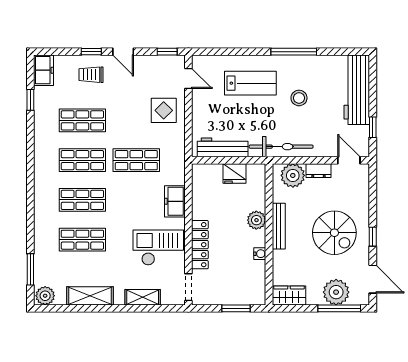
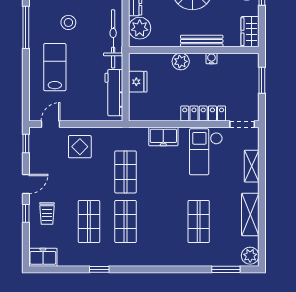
window: (30, 100) -> (99, 269), moved
shop shelf: (82, 200) -> (162, 221), removed
bench: (279, 226) -> (202, 41), moved

